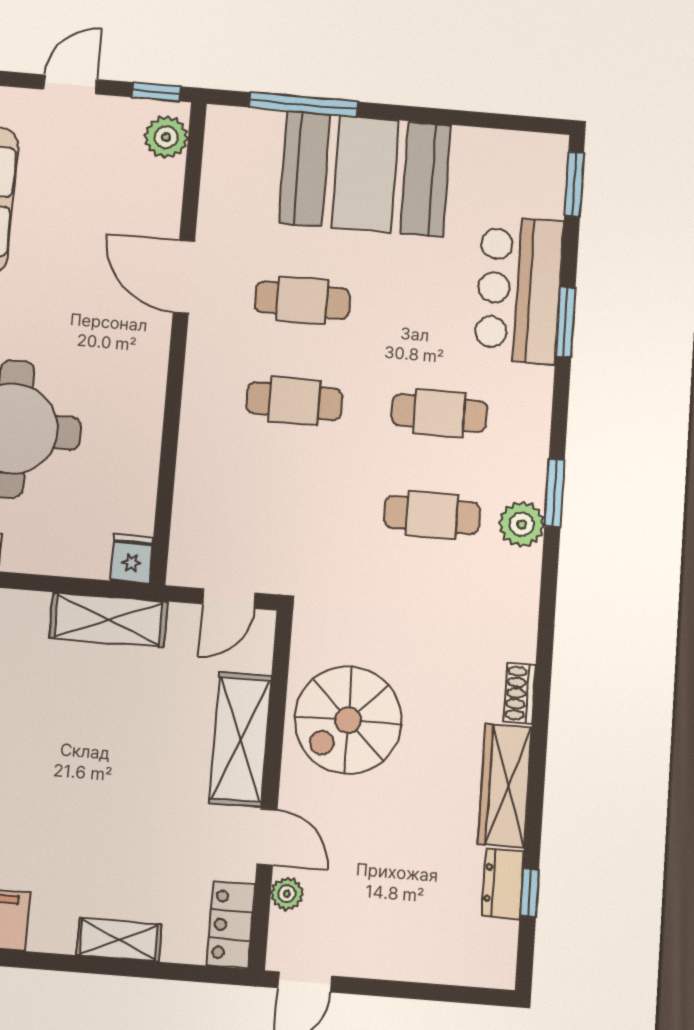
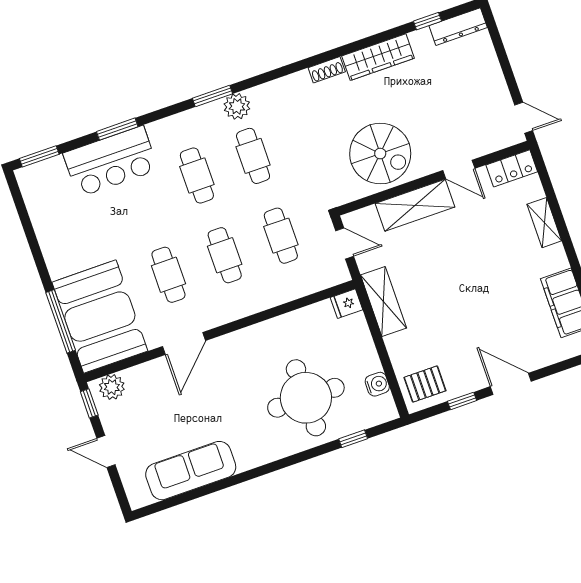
booth: (365, 174) -> (100, 317), moved
cafe table: (286, 503) -> (281, 236), added
door: (267, 837) -> (459, 169), swing flipped
dresser: (503, 884) -> (458, 27), moved, width x1.44
plant: (287, 894) -> (483, 146), removed

